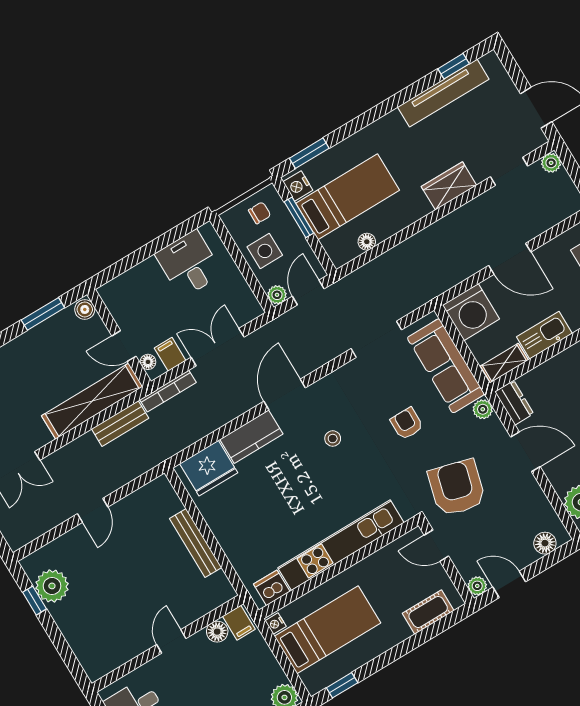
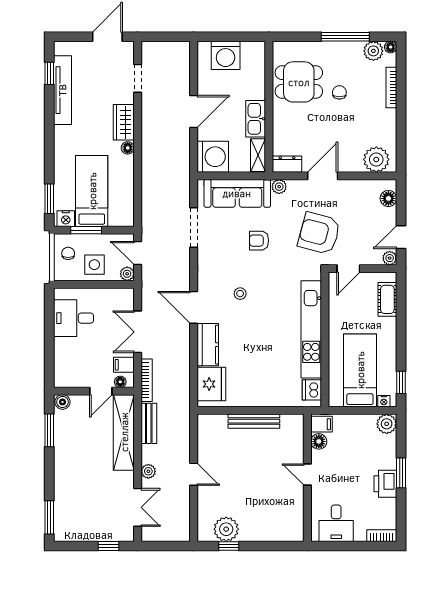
plant: (551, 163) -> (148, 471), moved
floor lamp: (367, 242) -> (128, 148), moved
nightstand: (276, 624) -> (384, 401), moved

